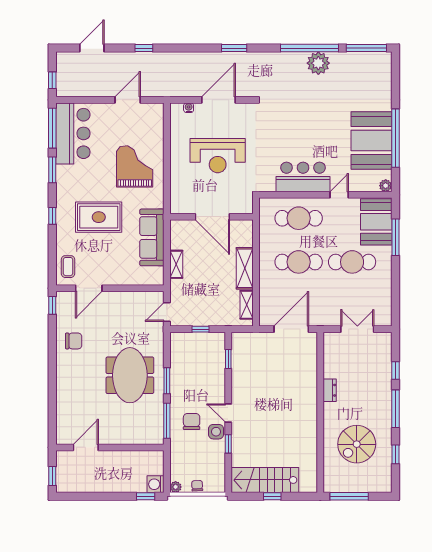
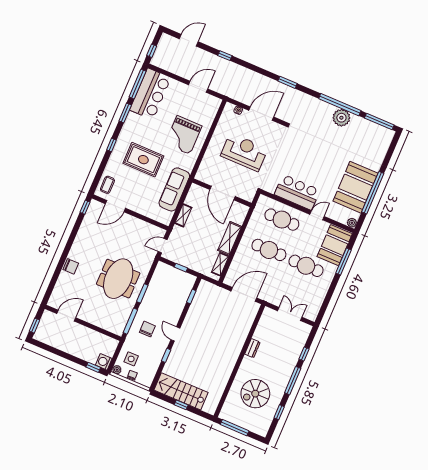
reception desk: (218, 156) -> (244, 152), turned 180
grand piano: (135, 166) -> (183, 135), turned 180
chair: (74, 341) -> (71, 266), moved
side table: (216, 432) -> (131, 359), moved

